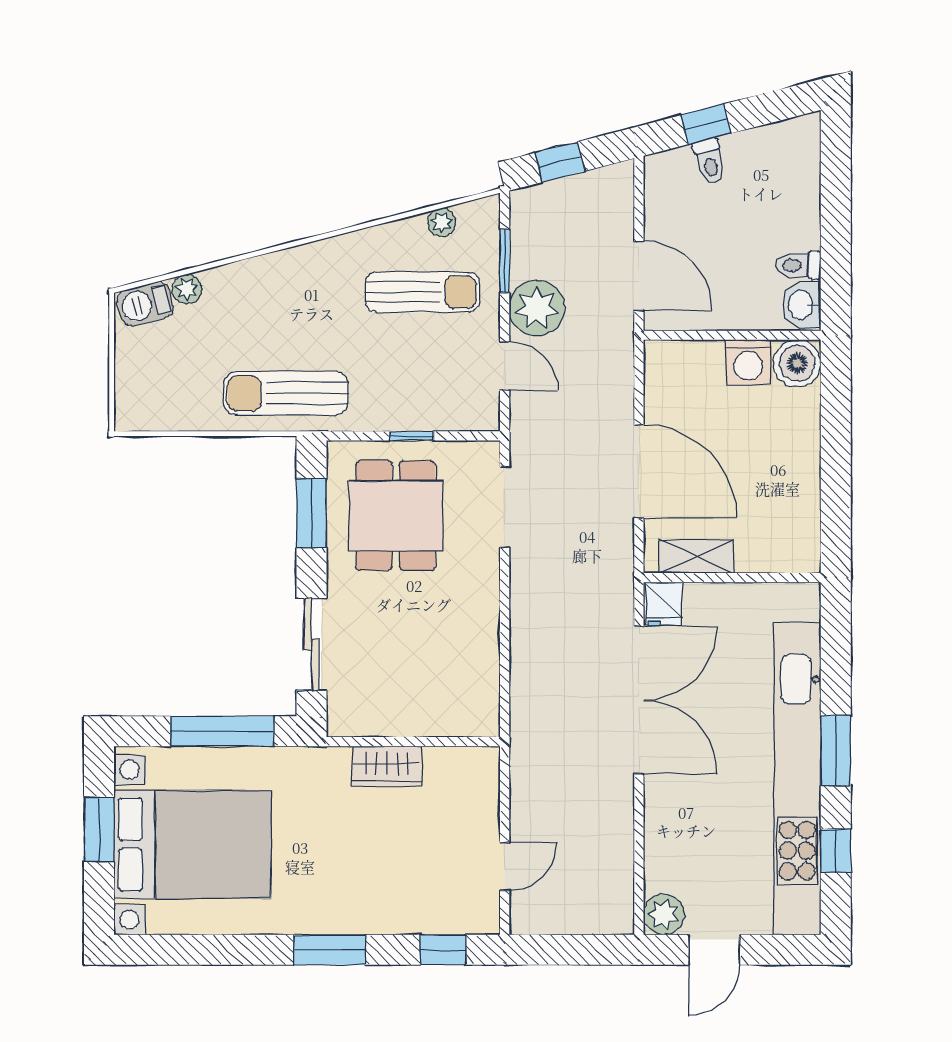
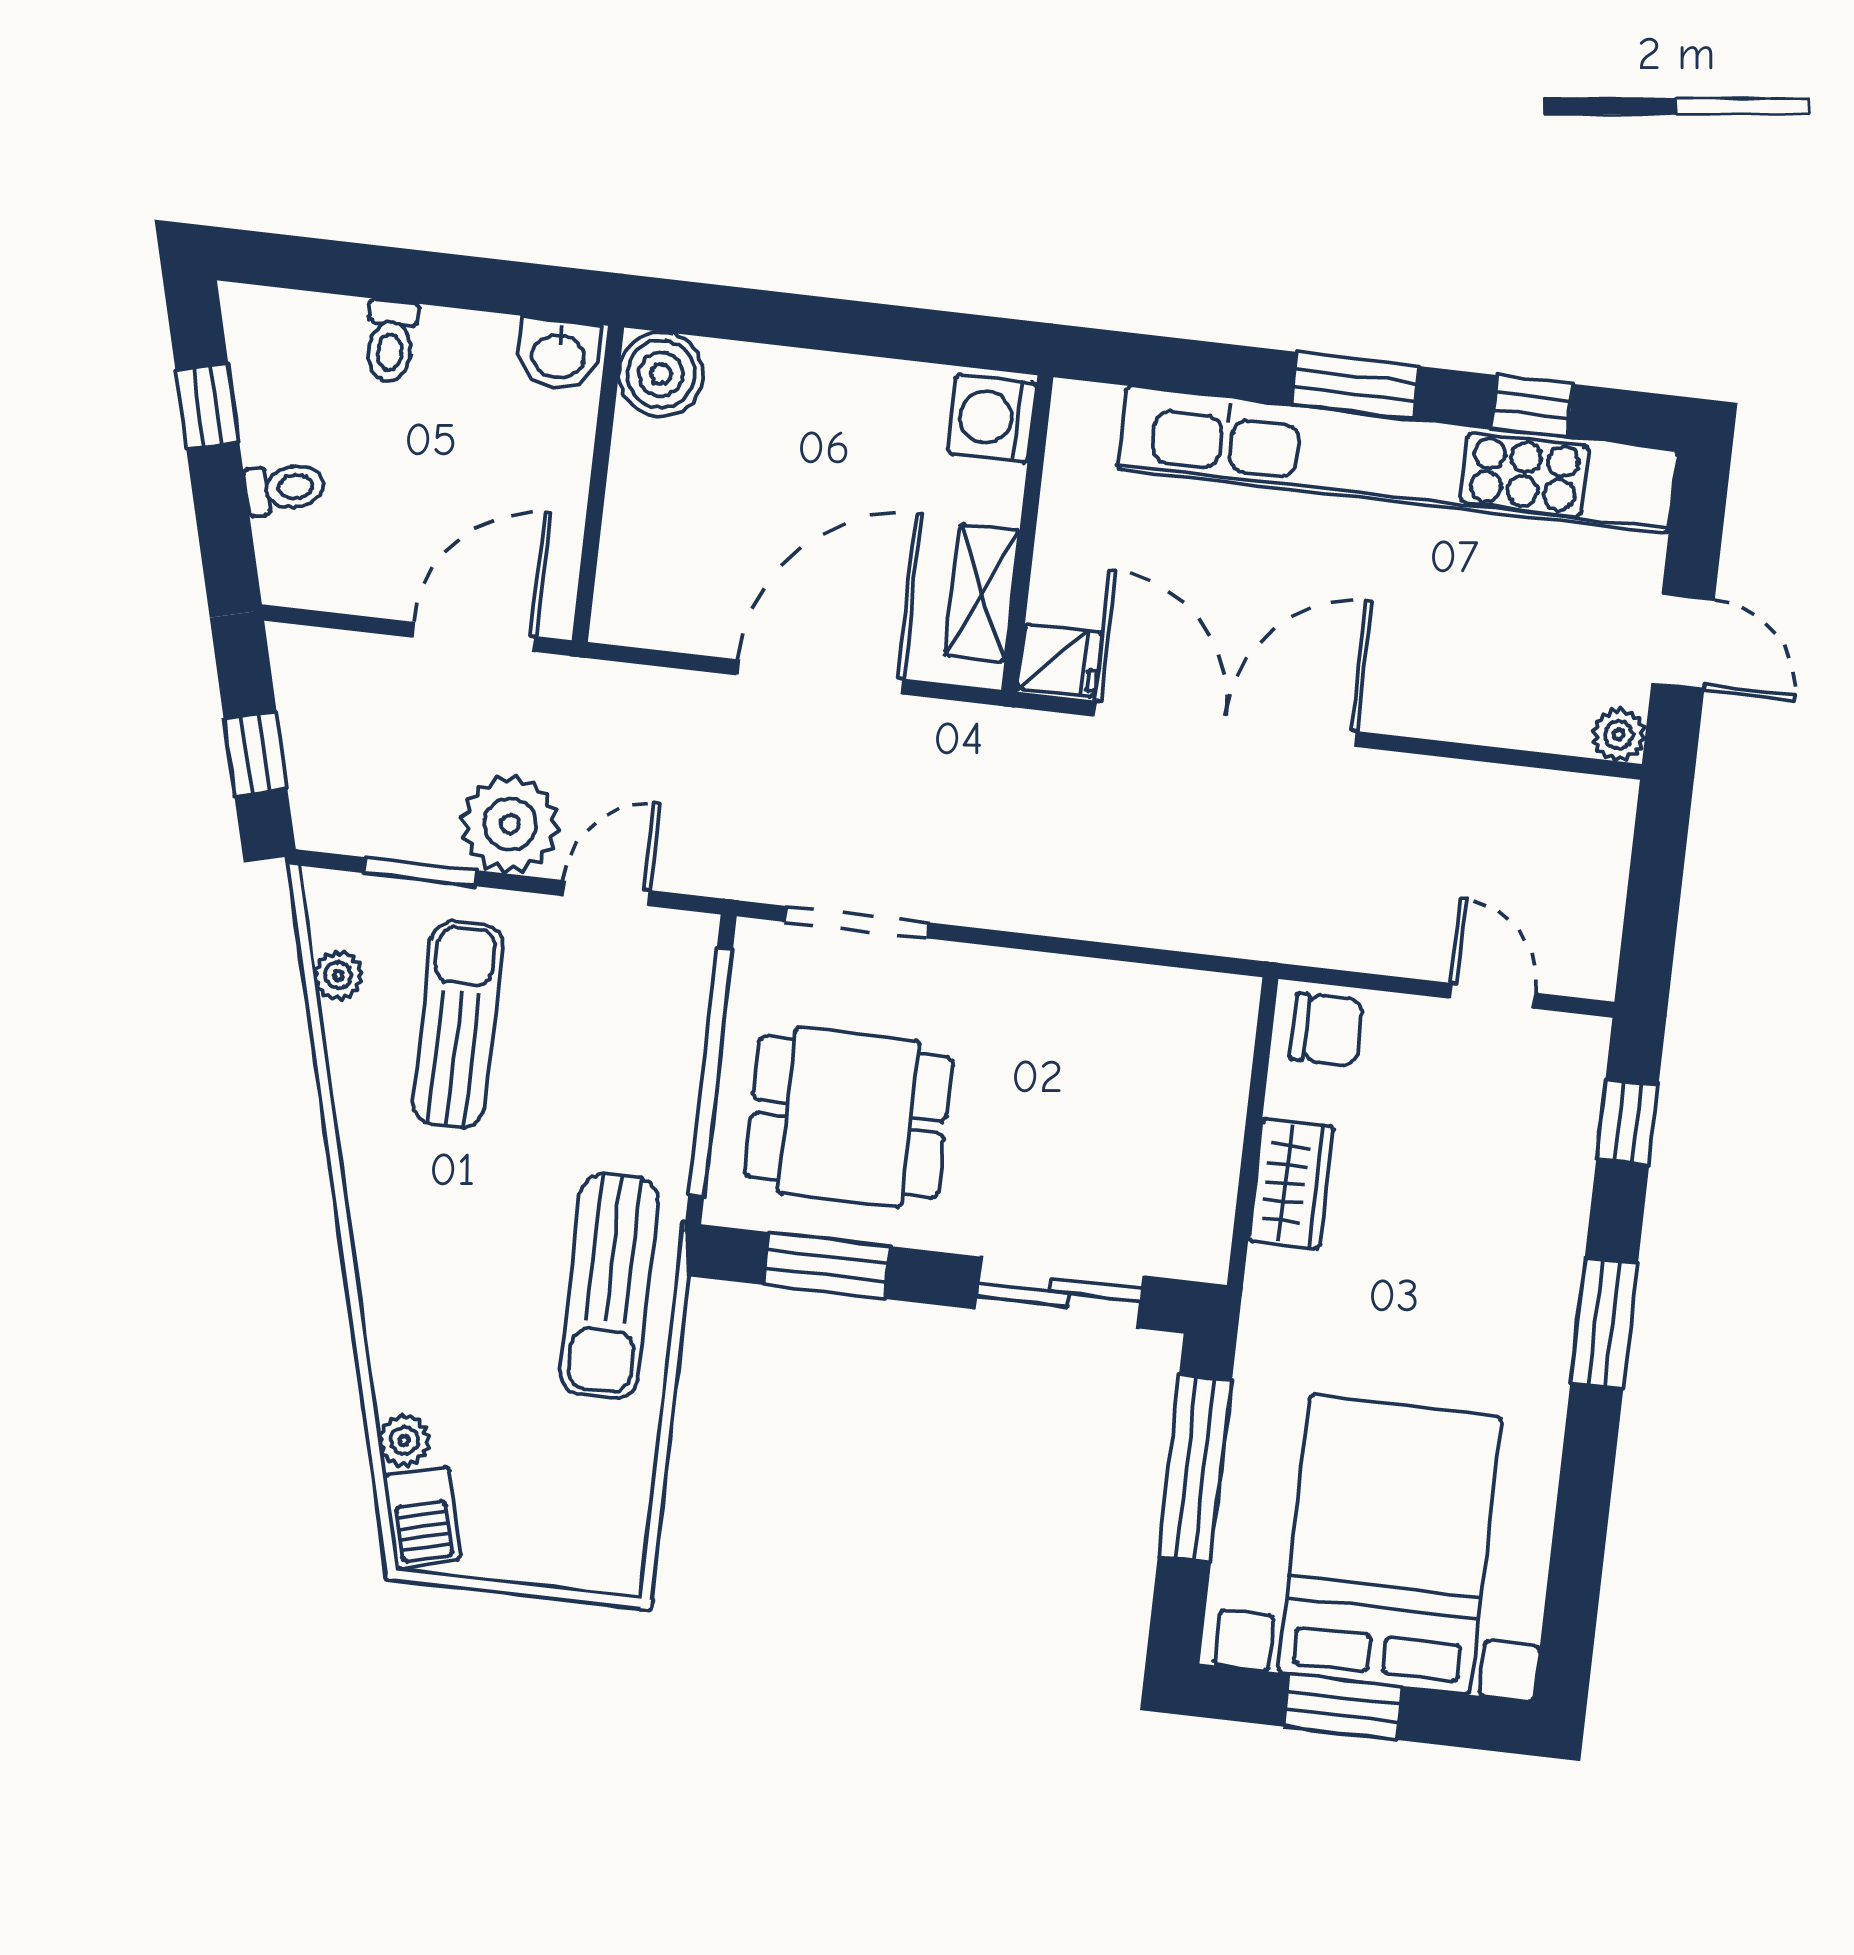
window: (706, 124) -> (207, 406), moved
toilet: (798, 265) -> (391, 341), moved
washing machine: (748, 362) -> (992, 418), moved, turned 180
window: (412, 436) -> (711, 1072), width x3.17
chair: (475, 776) -> (1326, 1029), added
plant: (664, 914) -> (1619, 735), width x0.73, depth x0.73

